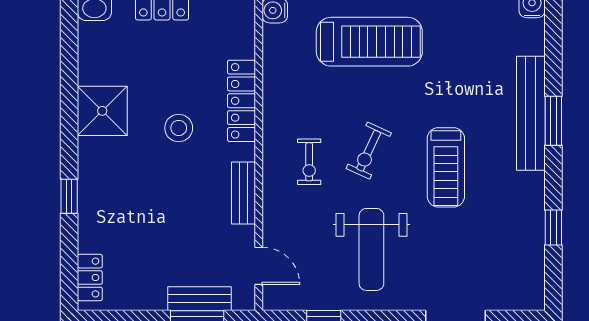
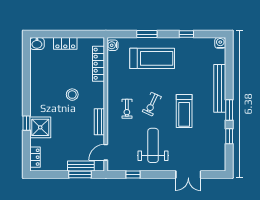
locker: (242, 101) -> (99, 64), moved
shower: (102, 111) -> (40, 127), moved
window: (553, 121) -> (229, 110), moved
weight bench: (371, 249) -> (153, 145), turned 180
door: (259, 266) -> (106, 152), swing flipped

